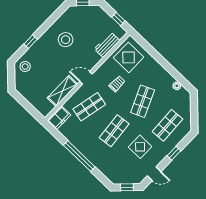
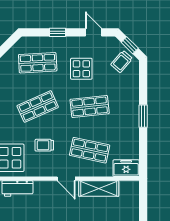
window: (79, 156) -> (143, 116), width x0.47
trolley: (122, 174) -> (122, 61), added

